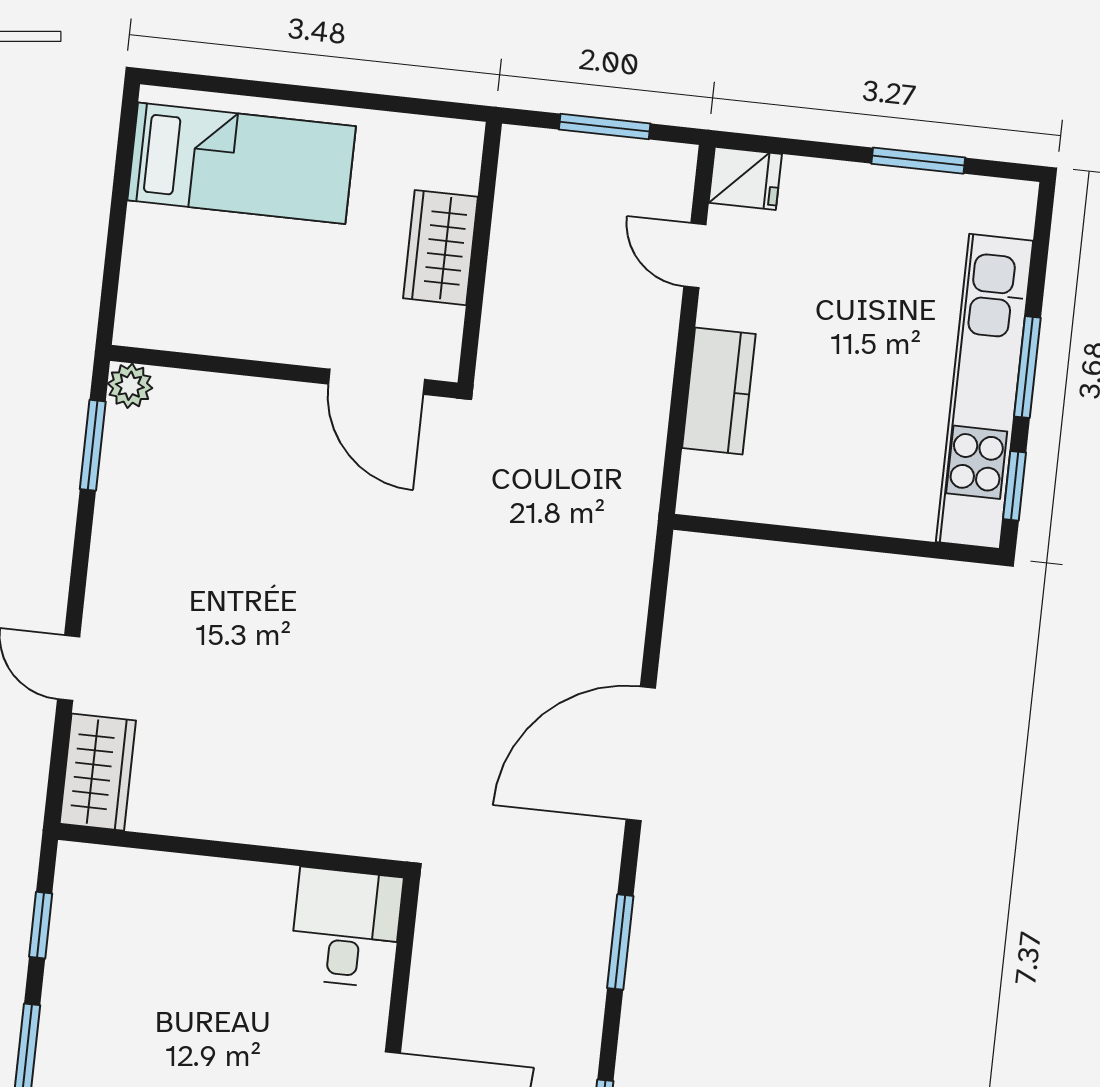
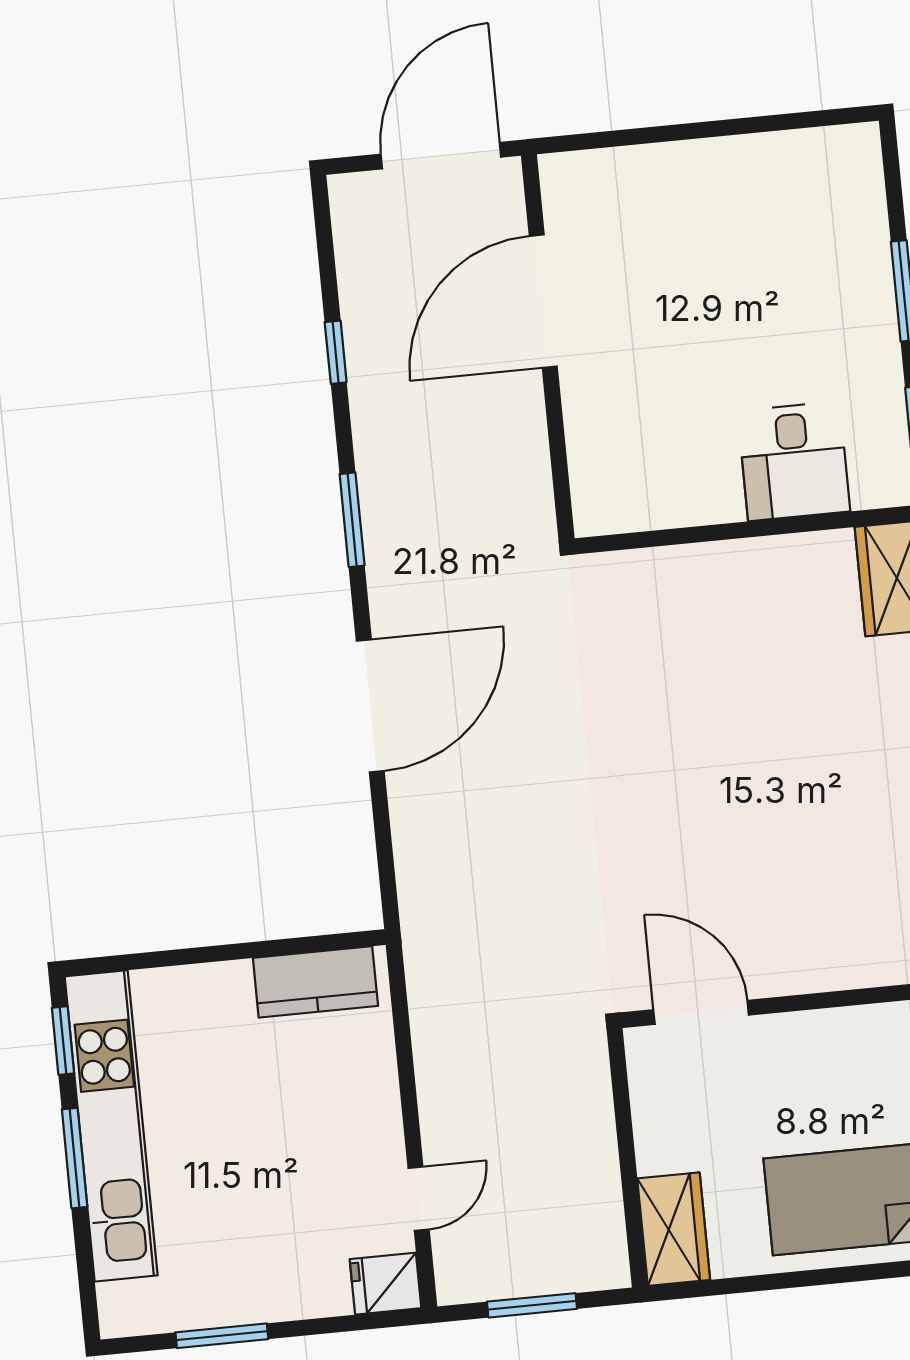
wardrobe: (440, 248) -> (674, 1229), moved
door: (695, 256) -> (419, 1199), hinge flipped
kitchen counter: (719, 391) -> (315, 982), moved, turned -90
desk: (346, 928) -> (794, 461), moved

